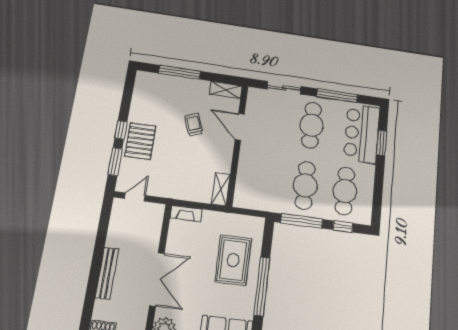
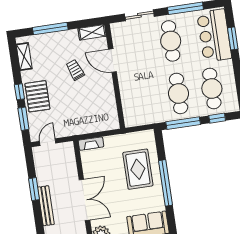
shelving: (221, 189) -> (24, 57), moved
window: (99, 248) -> (34, 189), added

